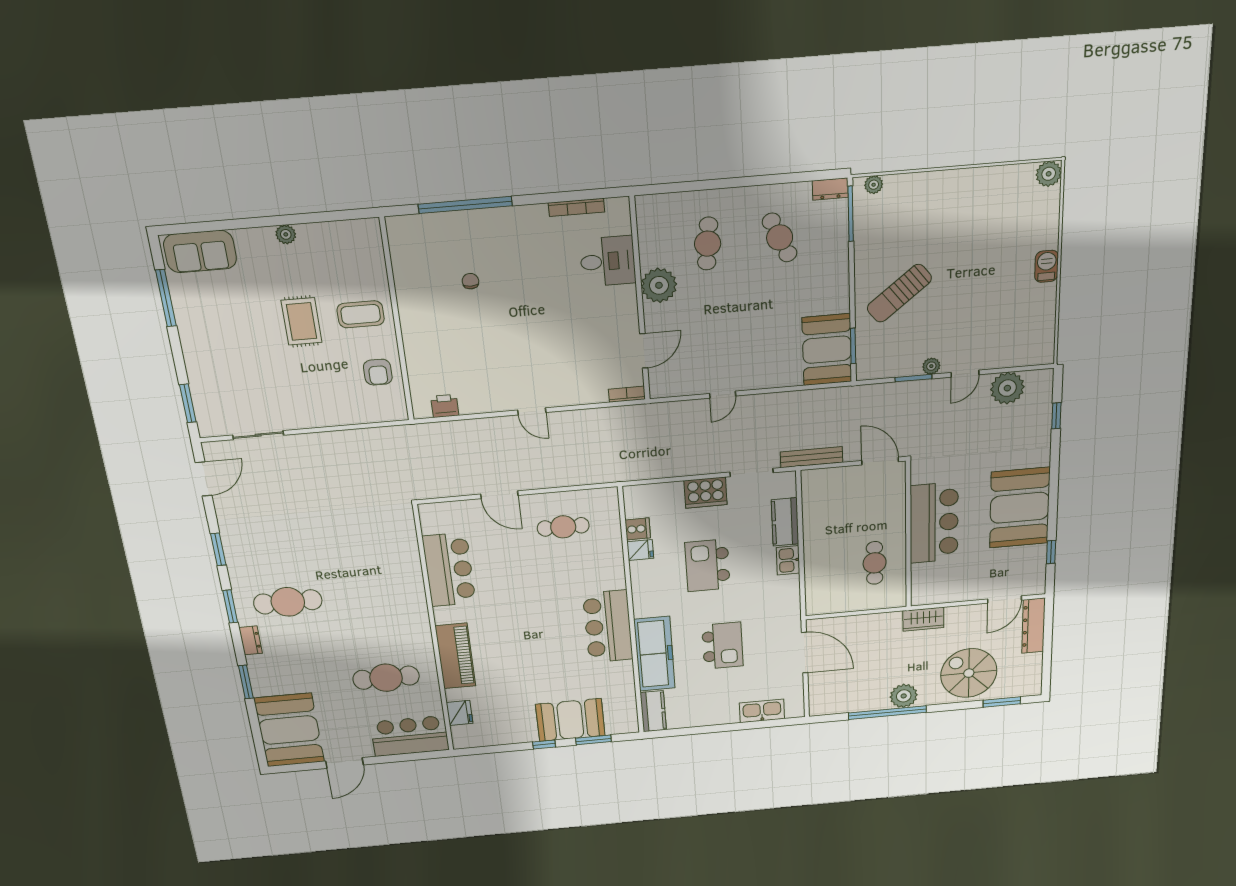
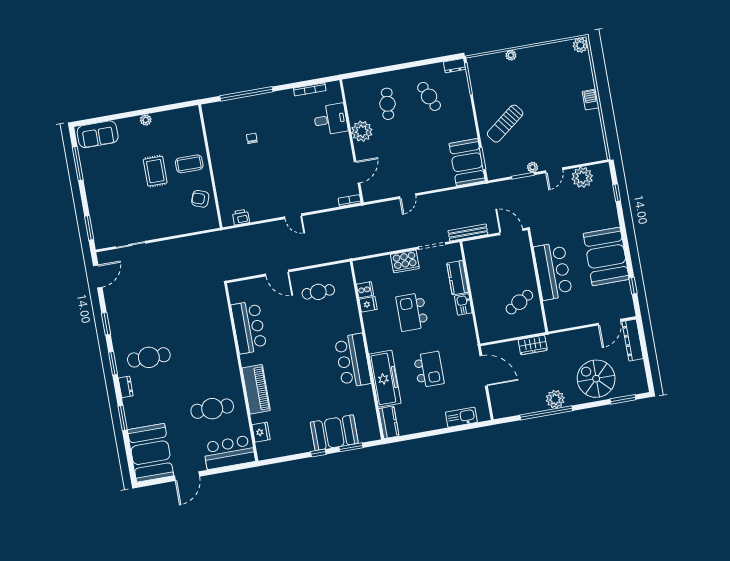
plant: (874, 185) -> (511, 55), moved
armchair: (378, 372) -> (200, 199), turned 110
cafe table: (875, 563) -> (519, 302), turned 60
wardrobe: (923, 619) -> (533, 345), moved

